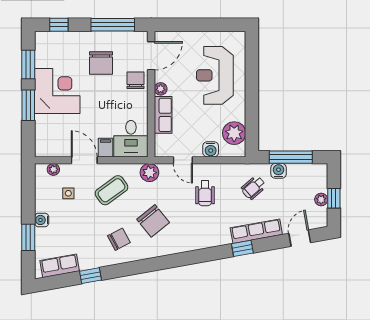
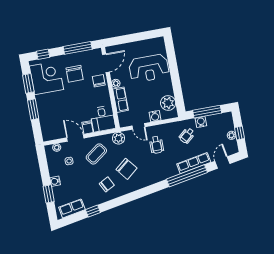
reception desk: (215, 75) -> (149, 68), turned -90
corner desk: (57, 91) -> (46, 78), moved
window: (242, 248) -> (187, 176), width x3.17

